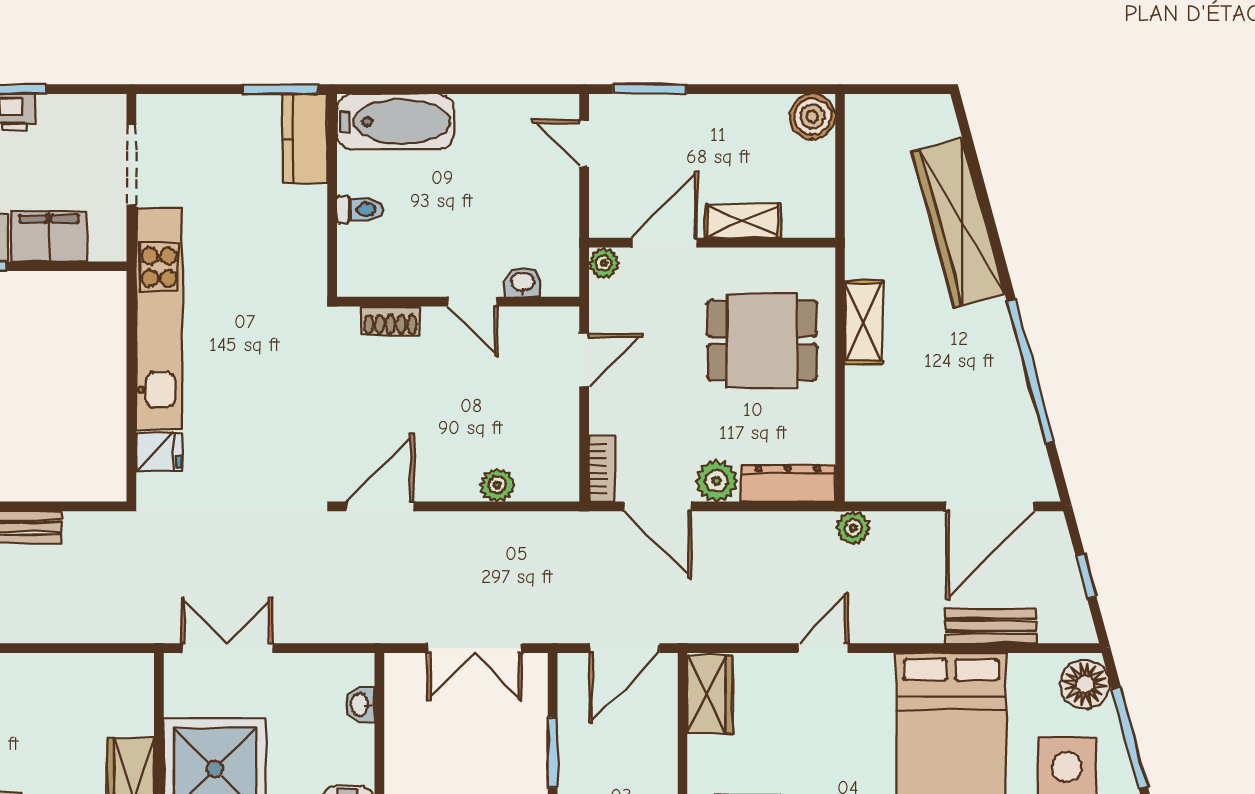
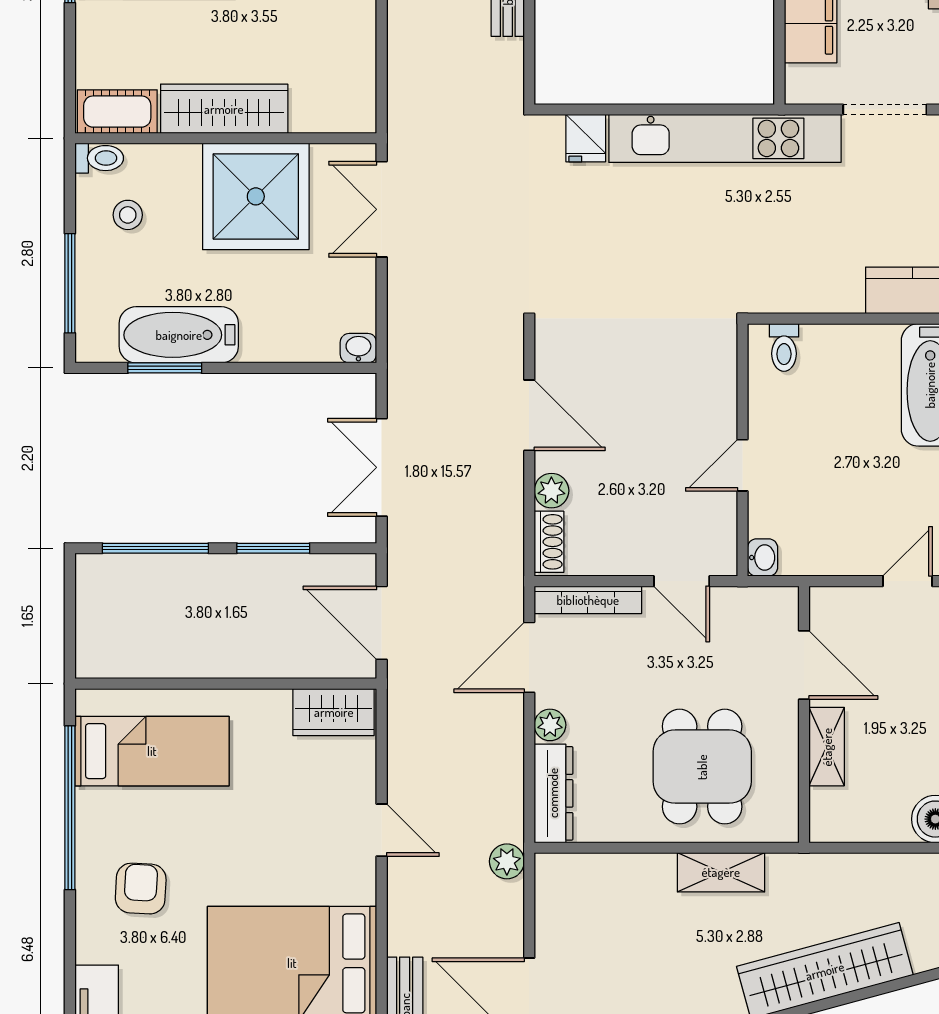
toilet: (360, 209) -> (784, 347), moved
plant: (604, 263) -> (783, 602), removed
washbasin: (523, 282) -> (763, 558), moved
shoe rack: (390, 321) -> (549, 542), moved, turned 180
bookcase: (602, 469) -> (588, 600), width x1.56
plant: (716, 481) -> (550, 725), width x0.73, depth x0.73
door: (380, 506) -> (529, 415), moved
double door: (227, 648) -> (382, 209), swing flipped
washbasin: (360, 704) -> (358, 348), moved

